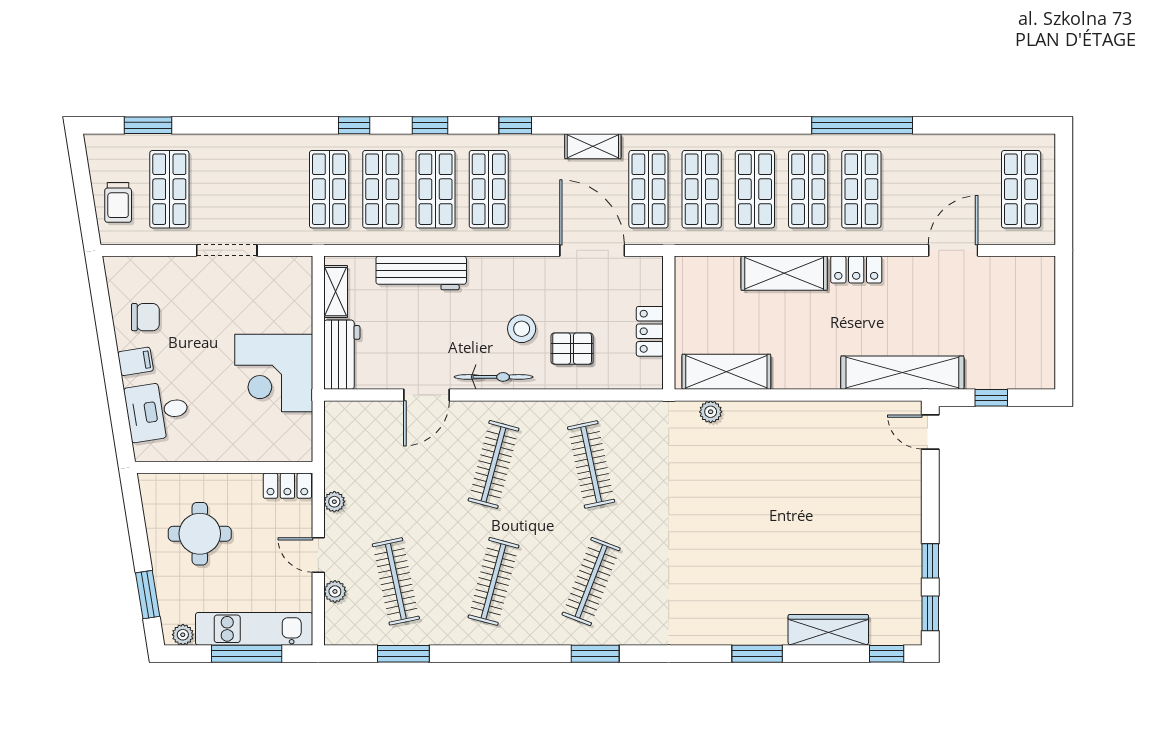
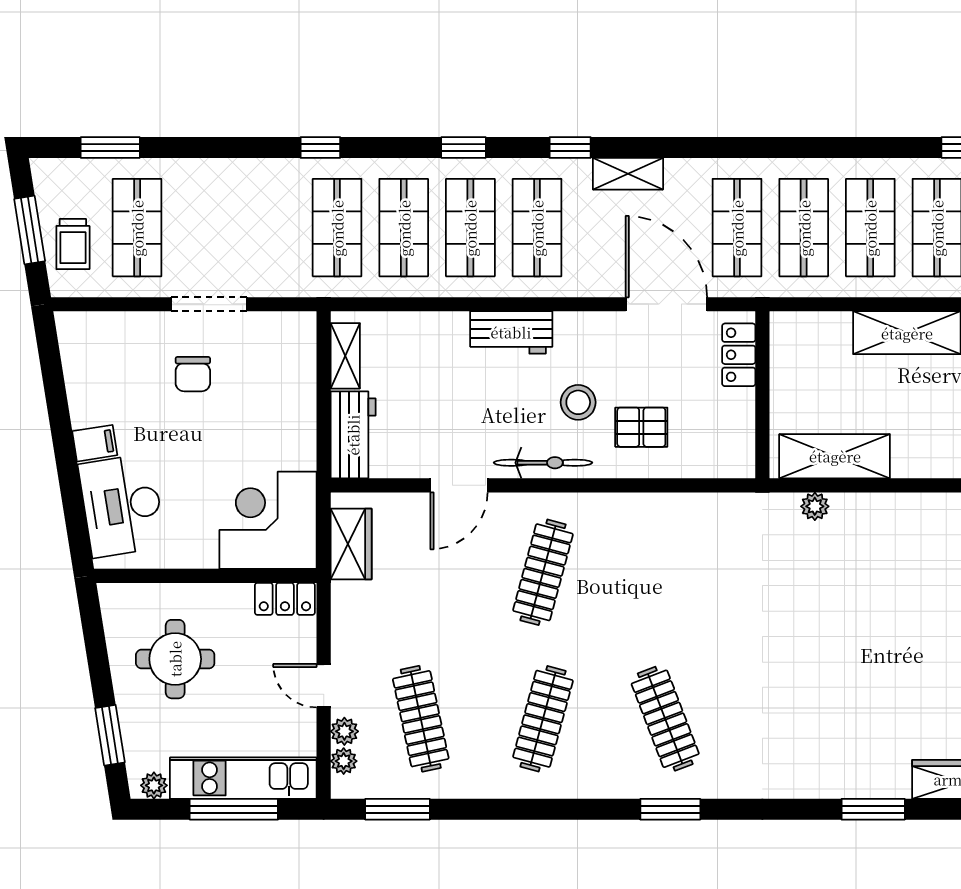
window: (354, 125) -> (320, 148), moved
shelving: (593, 146) -> (628, 174), moved
window: (84, 191) -> (30, 230), added
workbench: (421, 273) -> (511, 332), moved, width x0.73
chair: (145, 317) -> (193, 374), moved, turned 90
locker: (650, 331) -> (739, 355), moved
corner desk: (274, 373) -> (268, 520), moved, turned 90
desk: (157, 411) -> (122, 506), width x1.37
wardrobe: (340, 442) -> (351, 544), added
clothes rail: (591, 464) -> (665, 572), removed
plant: (334, 502) -> (344, 761), moved
clothes rail: (591, 581) -> (665, 719), turned -42
window: (403, 654) -> (397, 809), moved

